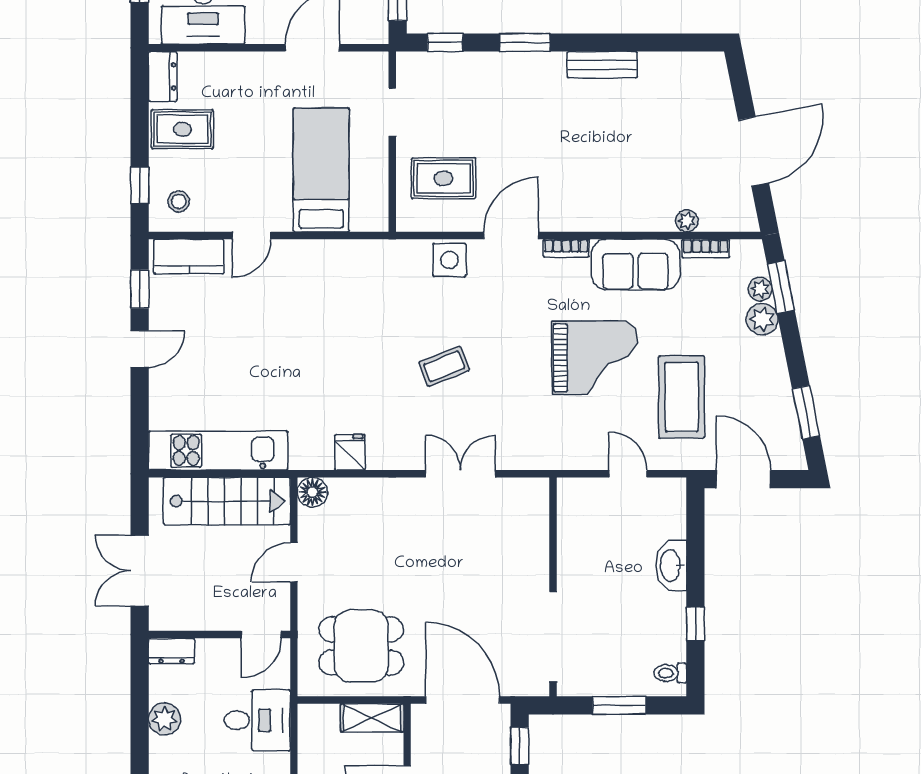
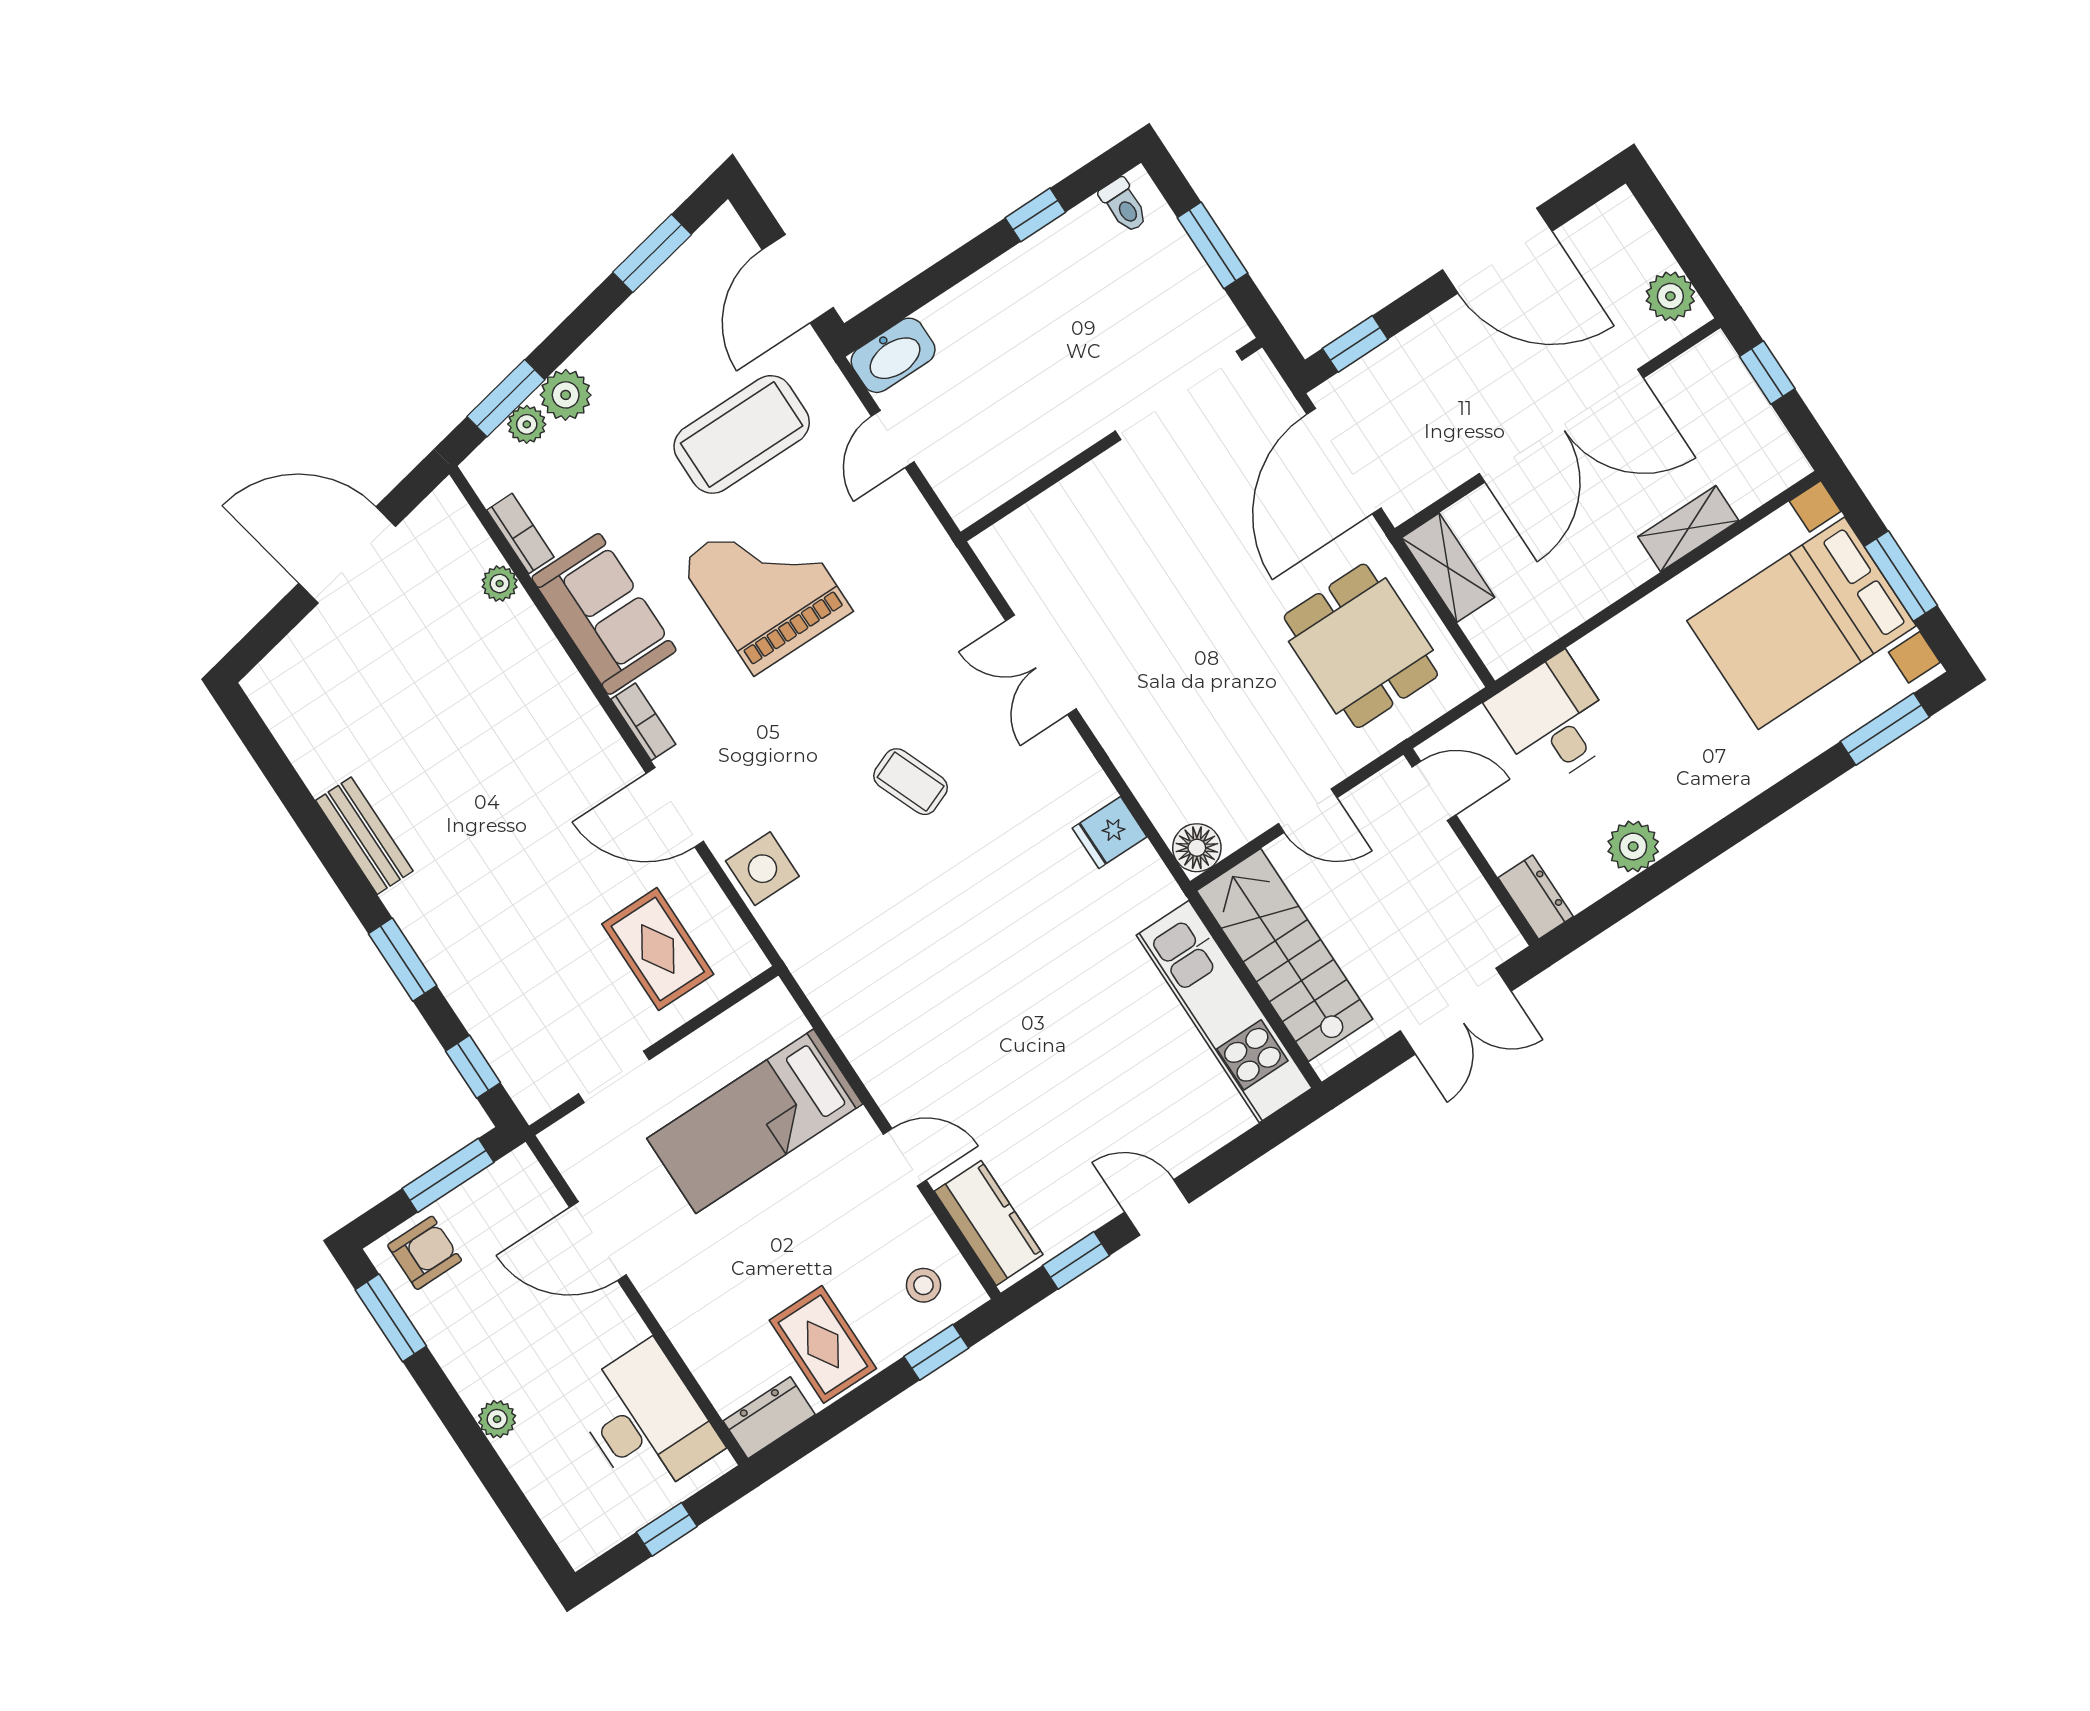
washbasin: (671, 566) -> (893, 355), moved

